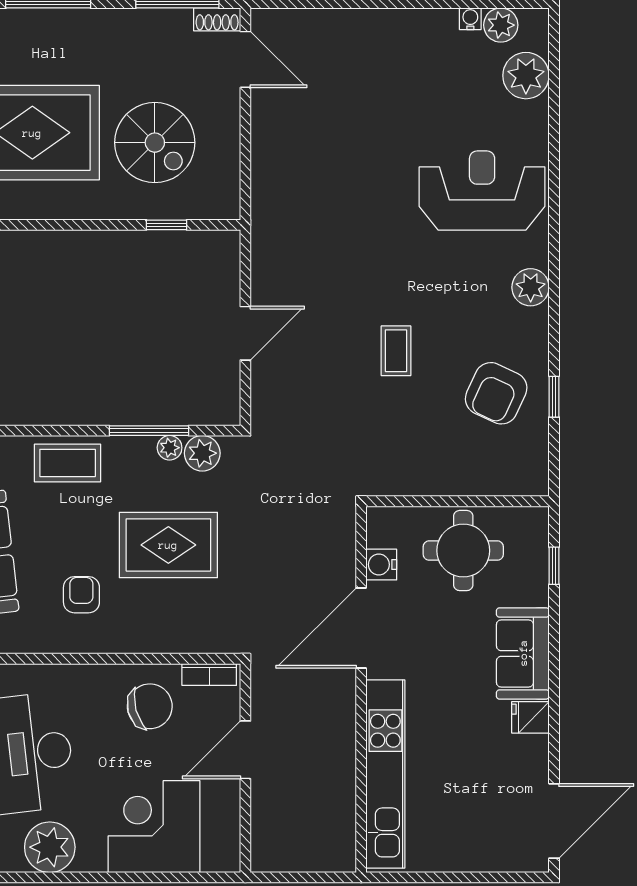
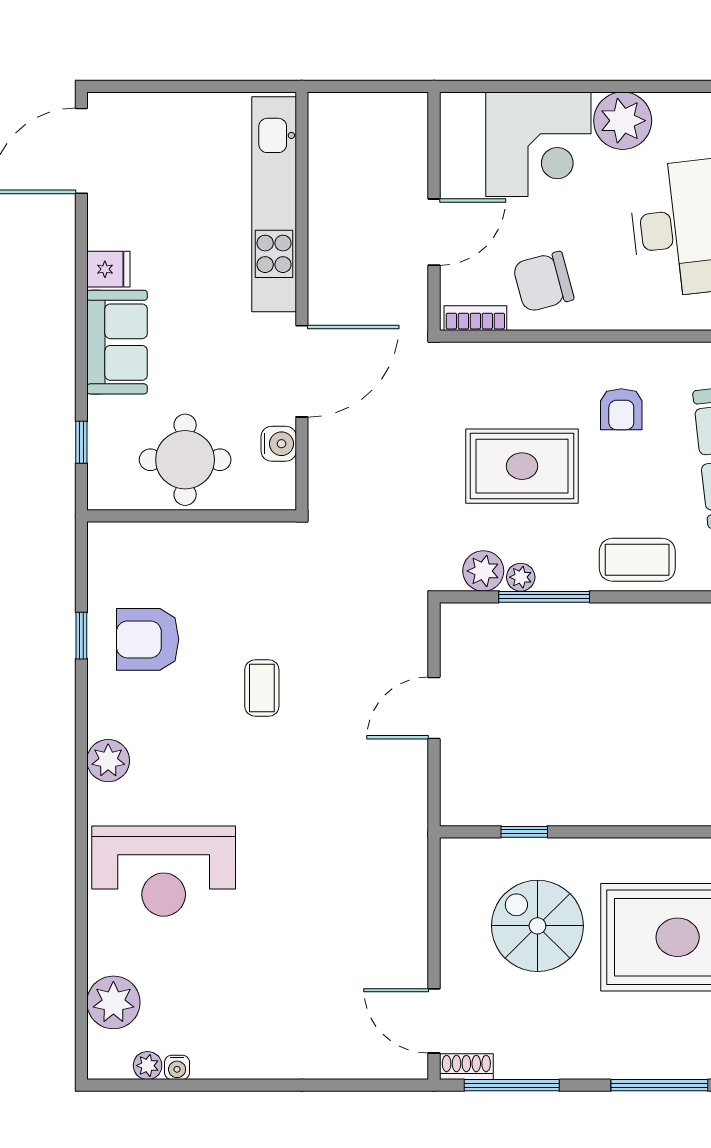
plant: (501, 25) -> (148, 1066), width x0.73, depth x0.73
armchair: (496, 393) -> (148, 639), turned -115
plant: (50, 847) -> (623, 121), moved

